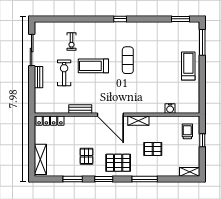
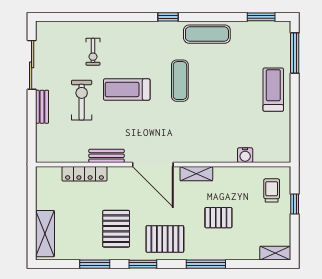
exercise mat: (145, 30) -> (207, 34), added
locker: (50, 121) -> (85, 174), moved
pallet: (86, 156) -> (116, 229), width x1.50, depth x1.42

